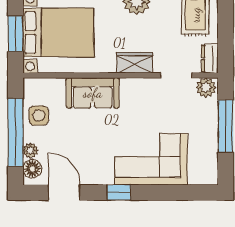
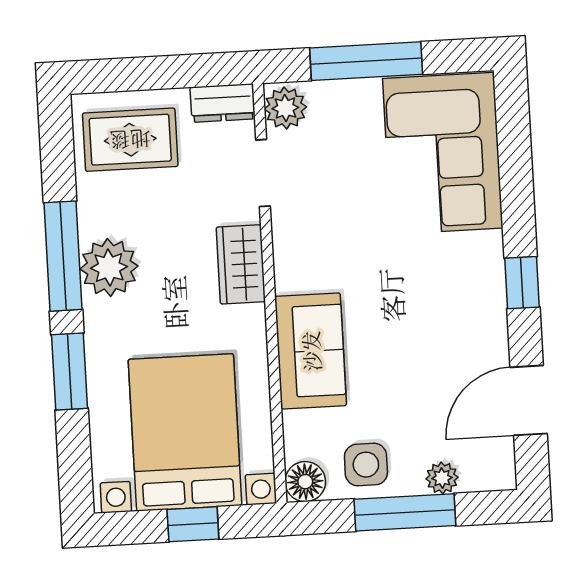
window: (16, 34) -> (193, 524), width x0.67
window: (16, 132) -> (405, 512), width x0.68
corner sofa: (151, 159) -> (443, 153), moved
floor lamp: (32, 169) -> (305, 482), moved

